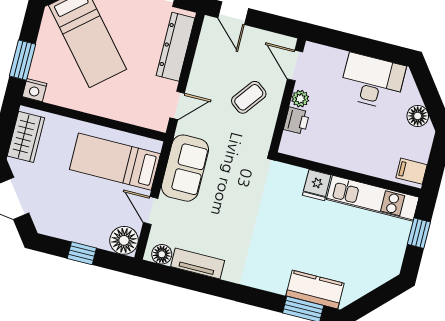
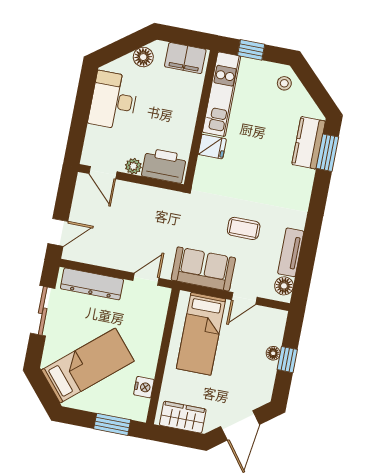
door: (295, 65) -> (103, 173), hinge flipped
nightstand: (35, 90) -> (144, 387), moved
coffee table: (249, 97) -> (244, 228), moved, turned -37
door: (177, 105) -> (146, 279), hinge flipped
printer: (297, 121) -> (164, 166), width x1.87, depth x1.48
filing cabinet: (412, 171) -> (185, 58), width x2.00
floor lamp: (124, 240) -> (273, 353), moved, width x0.53, depth x0.53
stool: (381, 267) -> (284, 83), added

